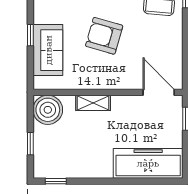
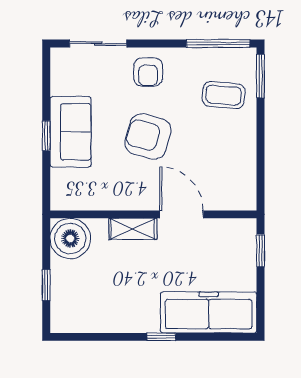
sofa: (48, 50) -> (70, 132), moved
door: (159, 92) -> (182, 214), moved
window: (56, 181) -> (161, 337), moved

